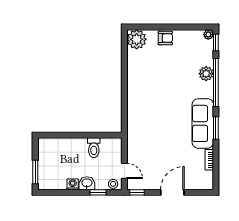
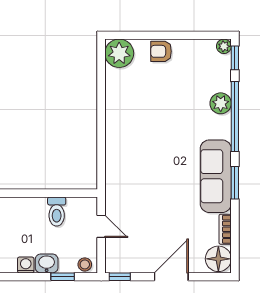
armchair: (165, 38) -> (161, 51), turned 180
door: (124, 171) -> (101, 226), moved
floor lamp: (205, 180) -> (218, 259), added

